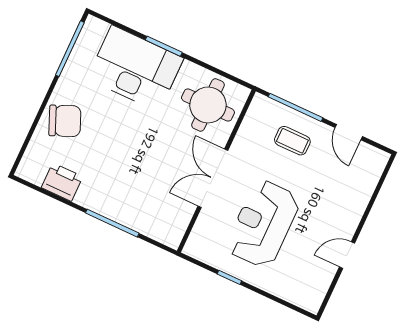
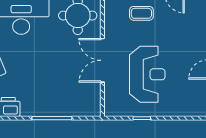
reception desk: (263, 224) -> (147, 74), turned 180

